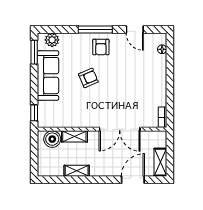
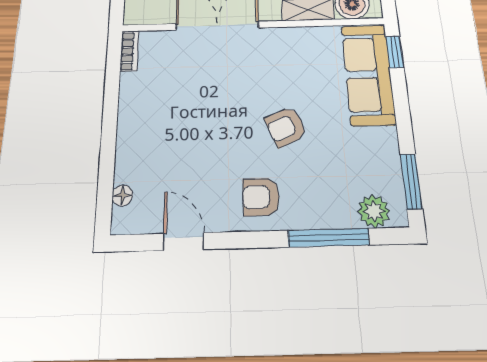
window: (95, 29) -> (329, 238), moved
armchair: (101, 47) -> (261, 197), turned -90
sofa: (48, 76) -> (368, 74), moved

